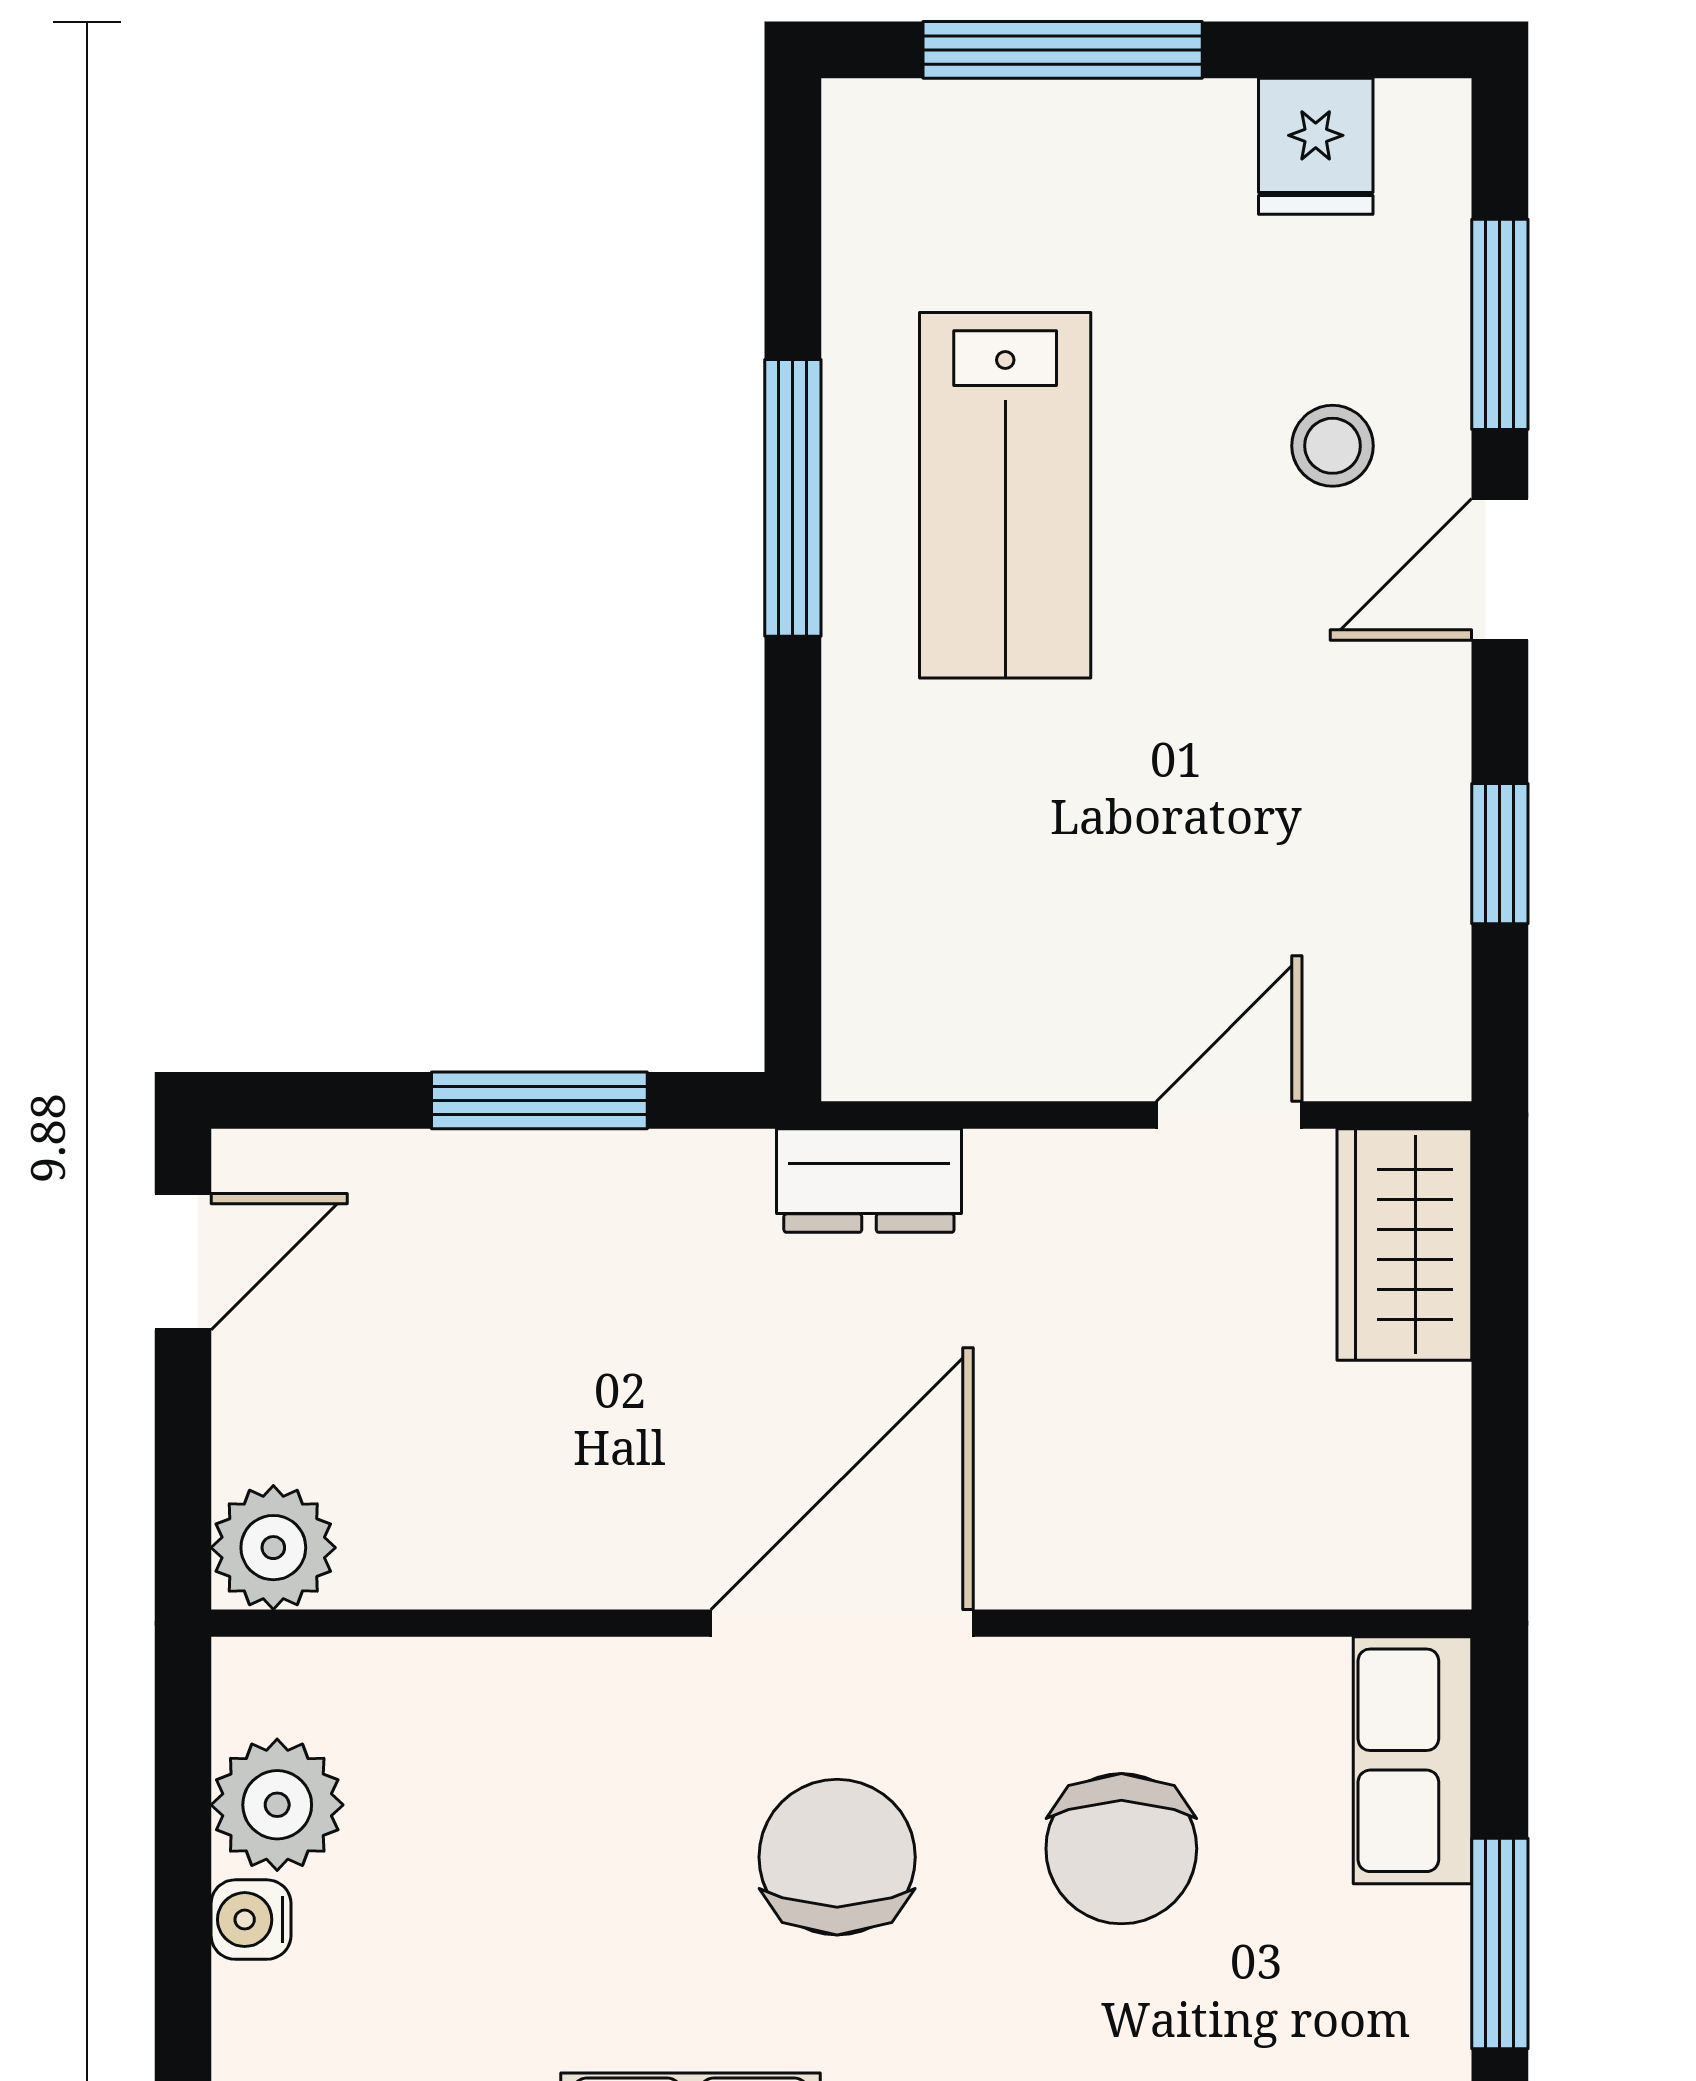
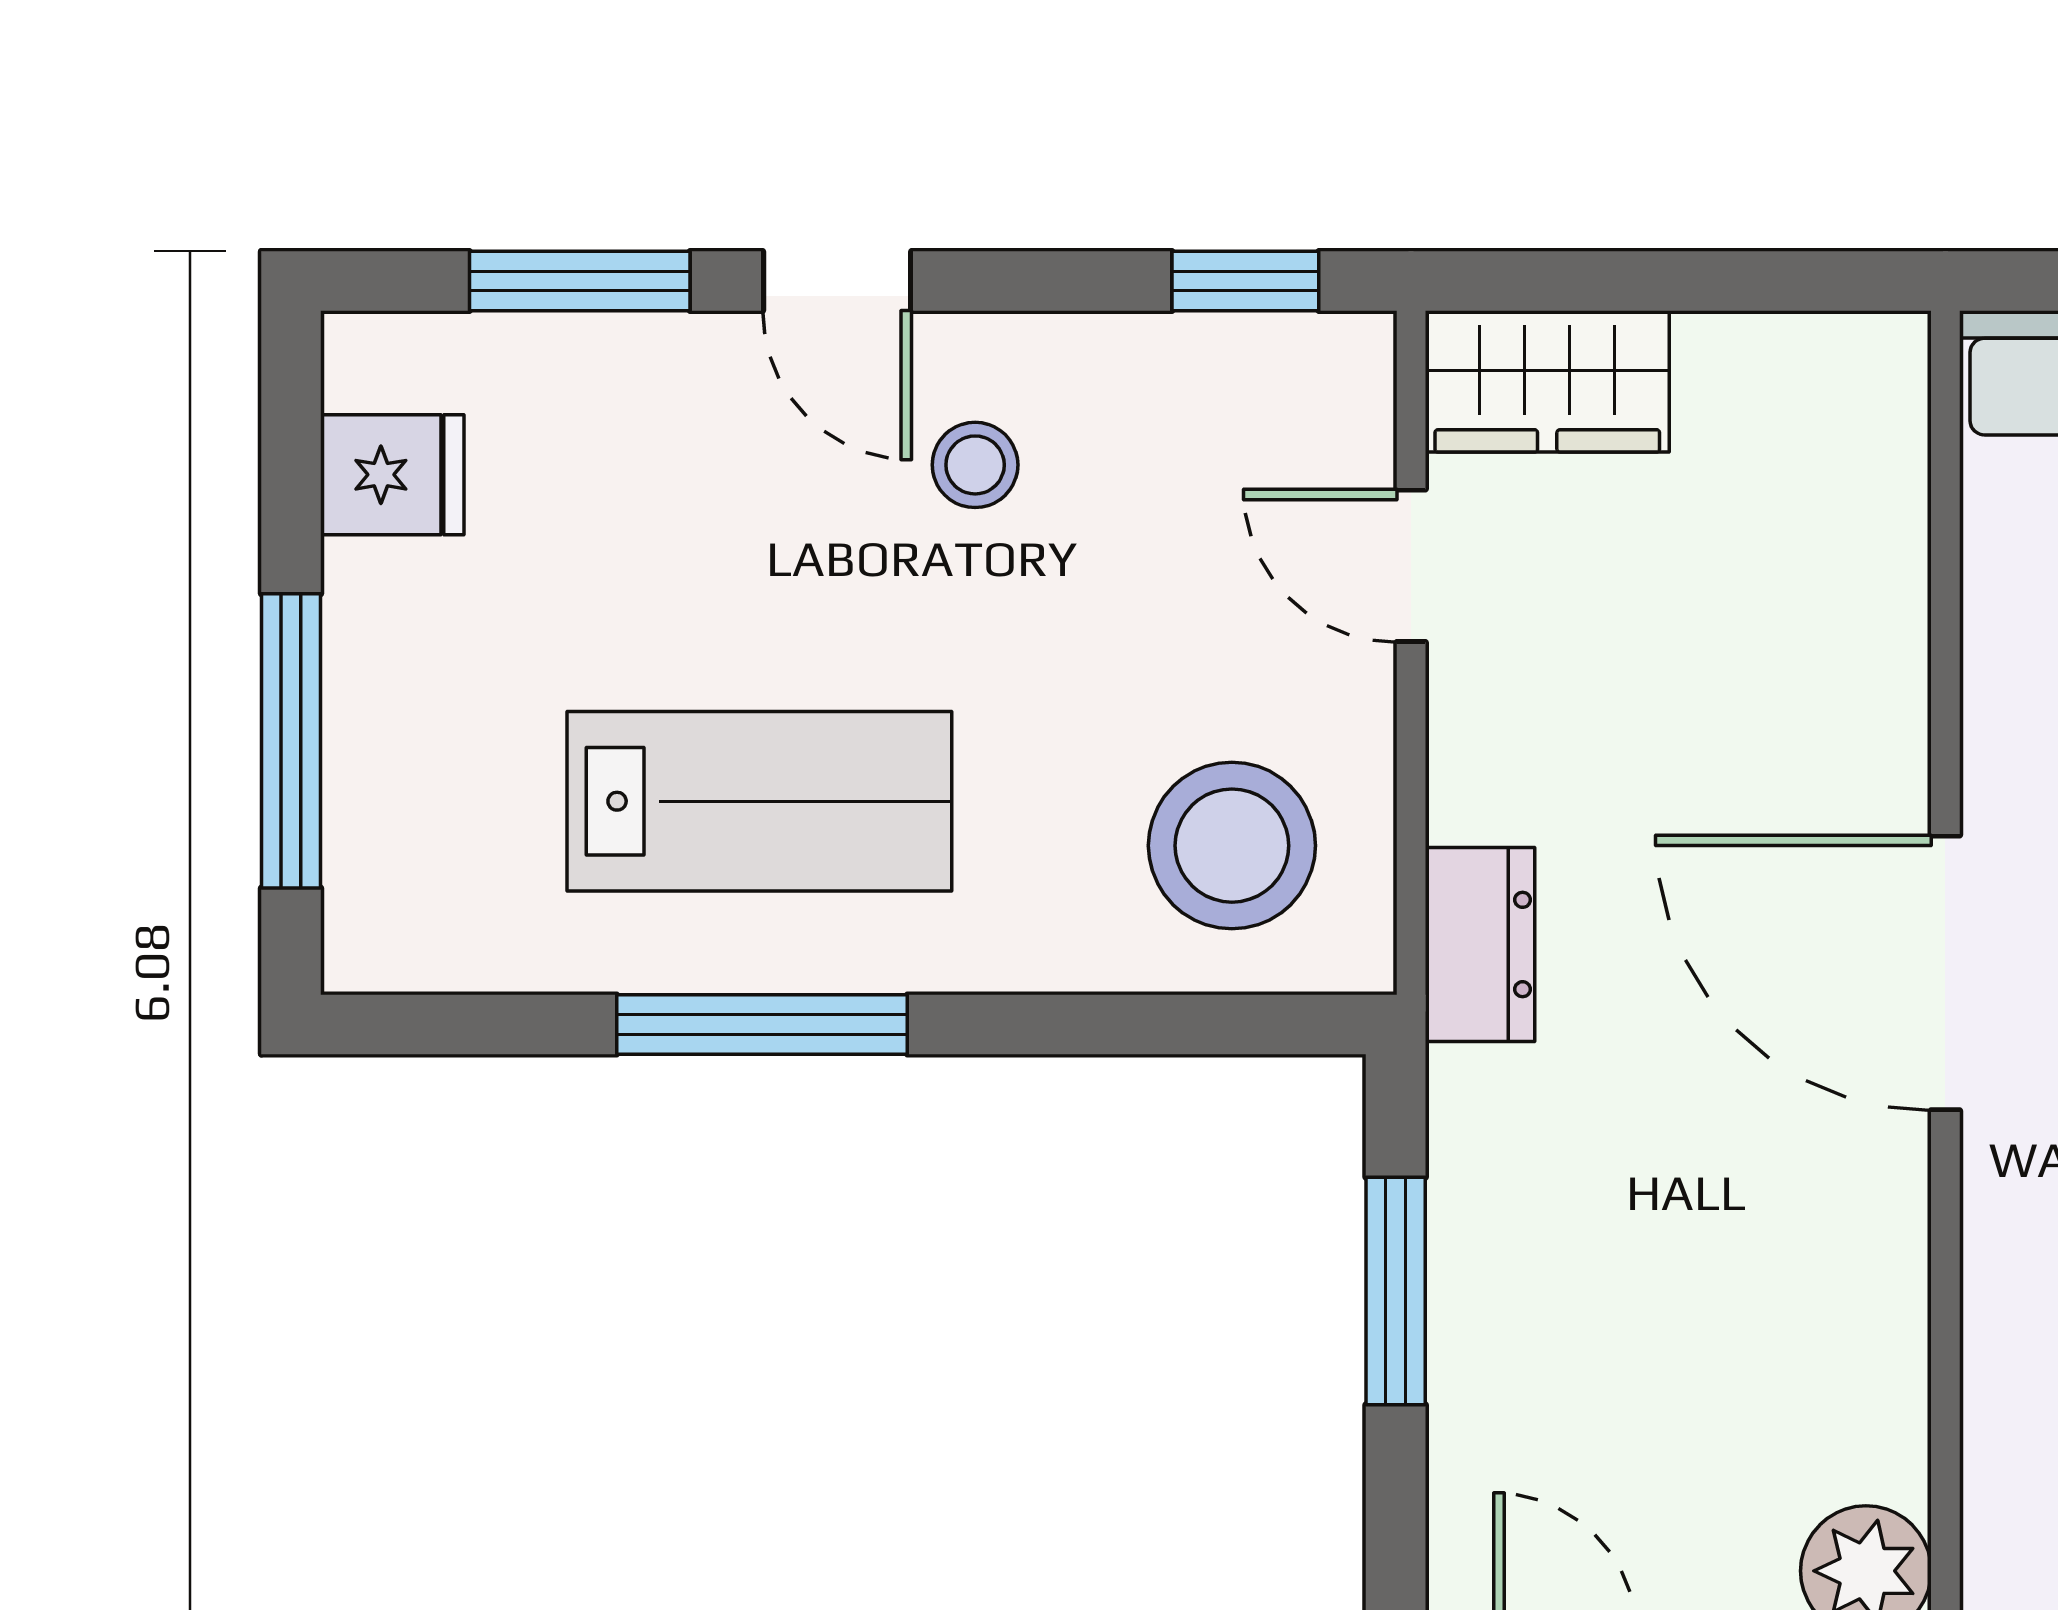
stool: (1333, 446) -> (975, 465), moved
window: (1500, 854) -> (1245, 281), moved
stool: (963, 945) -> (1232, 846), added

